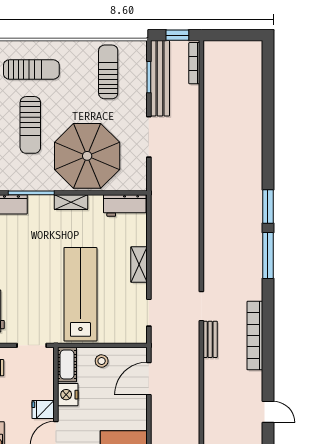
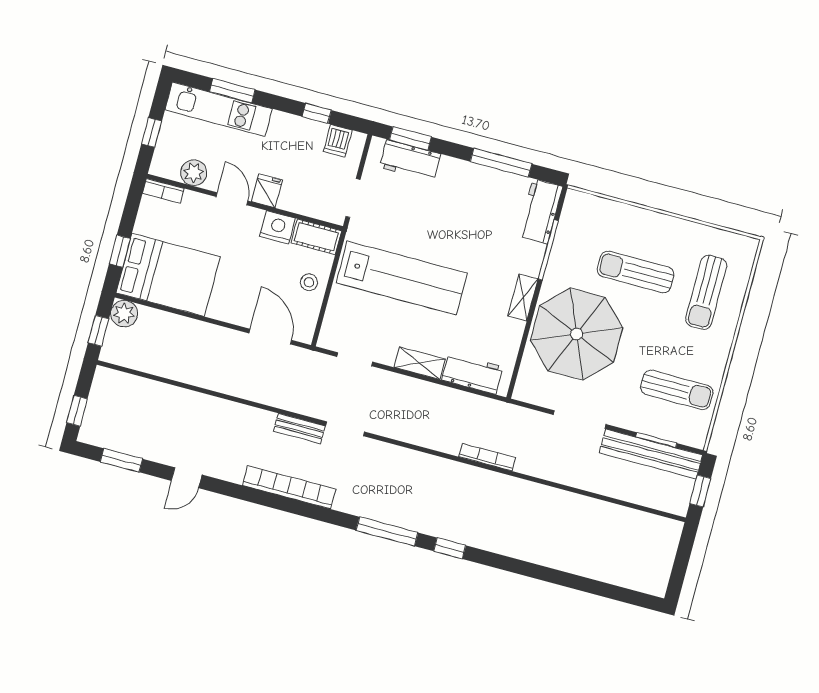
bookcase: (194, 63) -> (487, 457), moved
workbench: (125, 206) -> (472, 373), moved, turned 90
window: (268, 206) -> (450, 548), width x0.67

